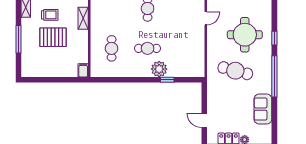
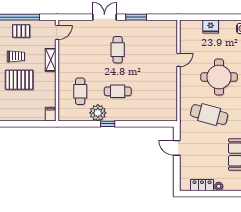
plant: (159, 69) -> (98, 113), moved
window: (167, 80) -> (108, 124), moved
door: (204, 120) -> (177, 148), moved

